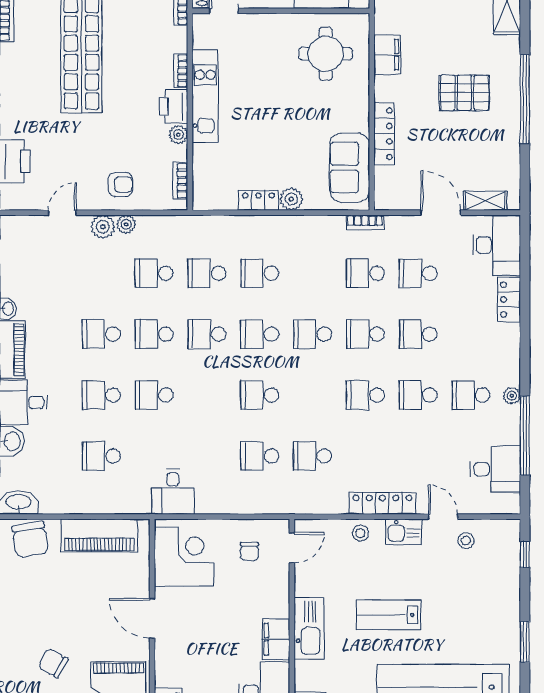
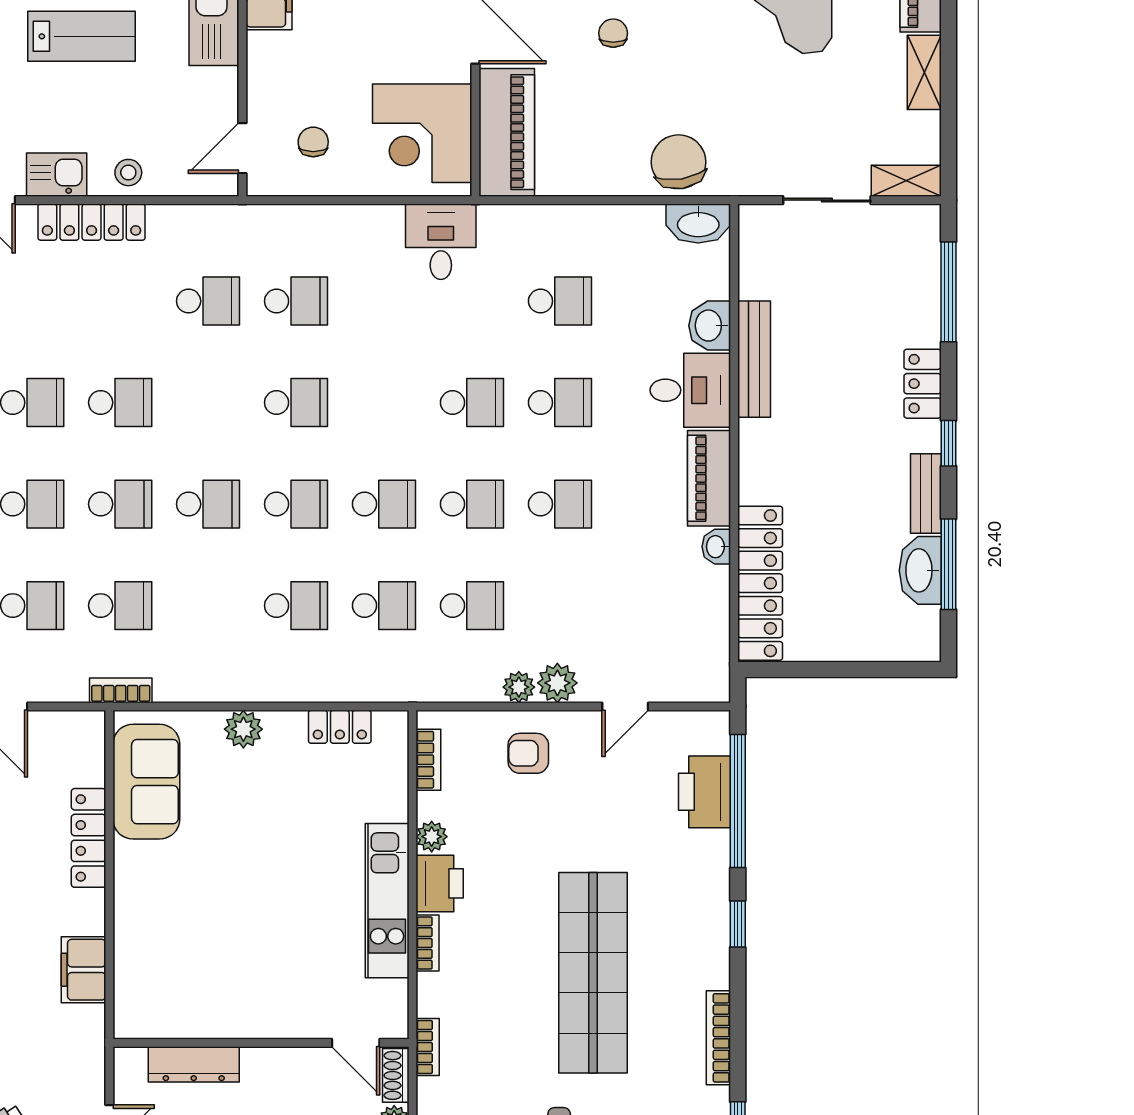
round table: (326, 54) -> (186, 971), removed
locker: (258, 200) -> (340, 727), moved
piano: (99, 535) -> (507, 132), moved, turned 90
chair: (69, 617) -> (613, 33), added

